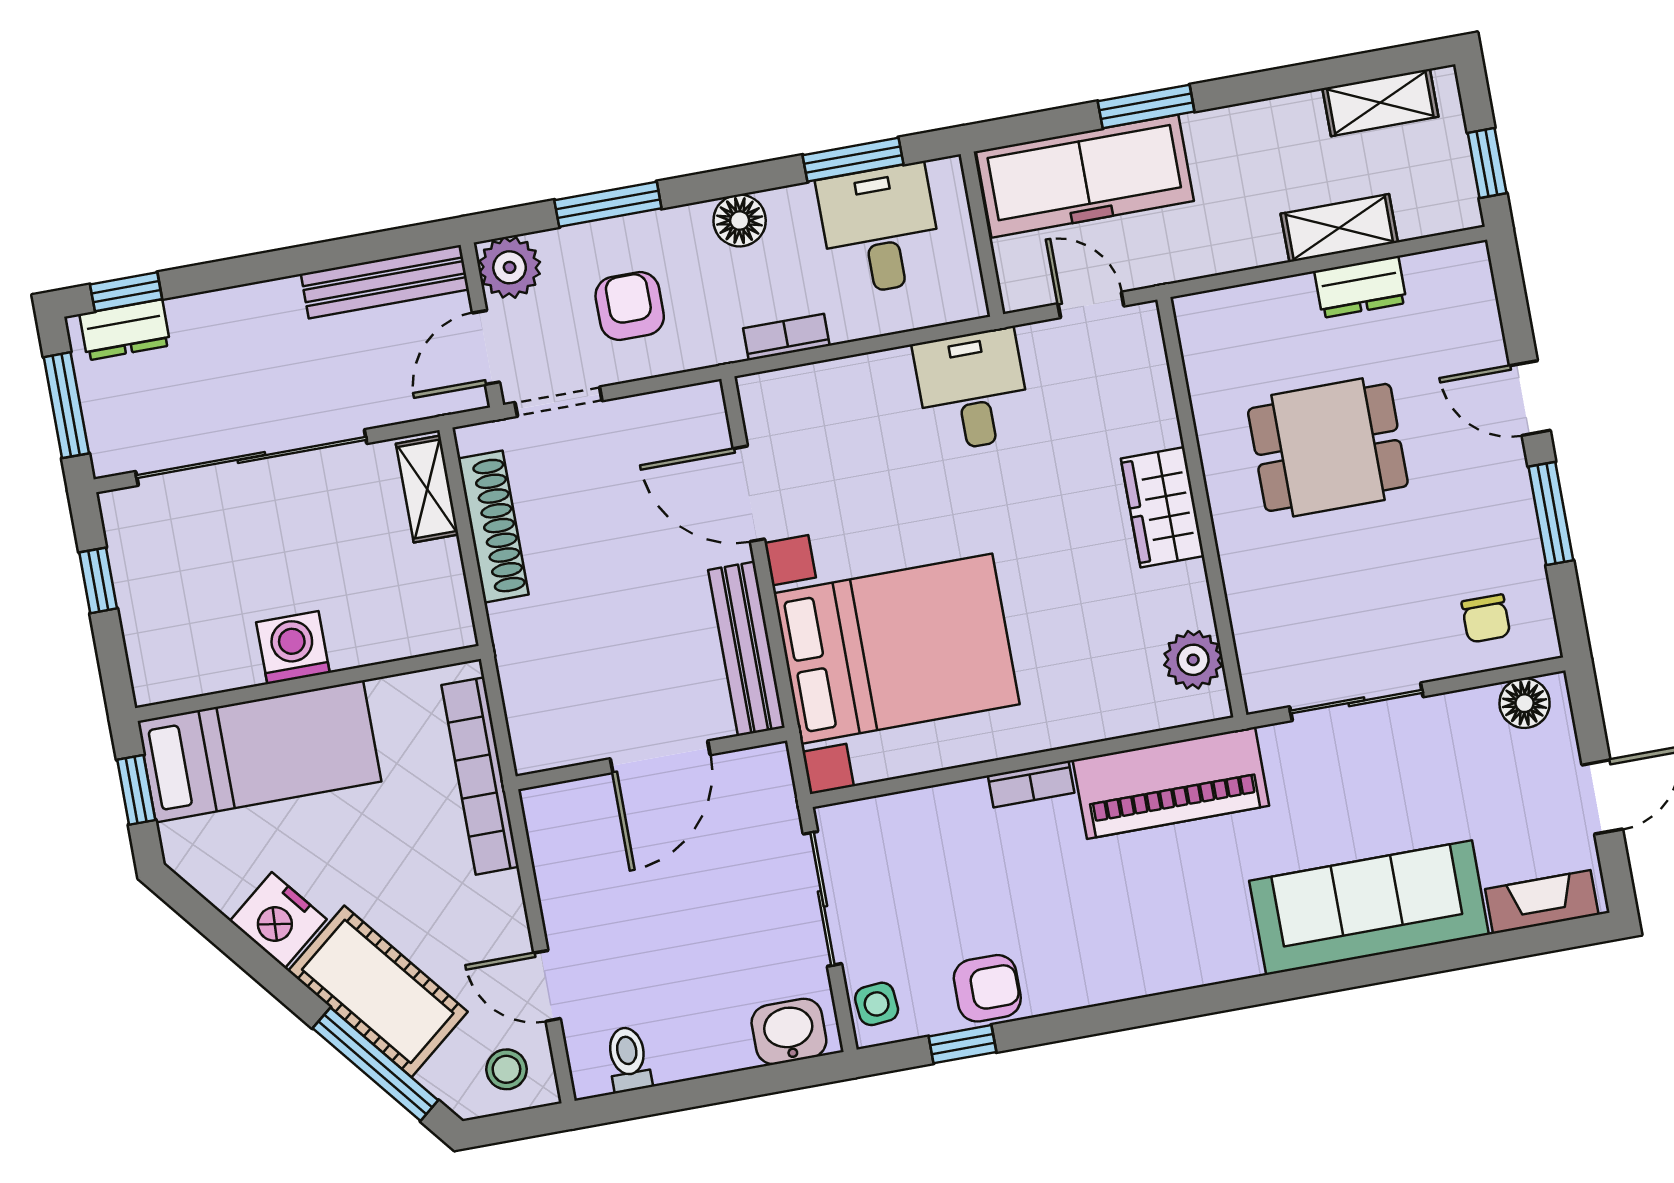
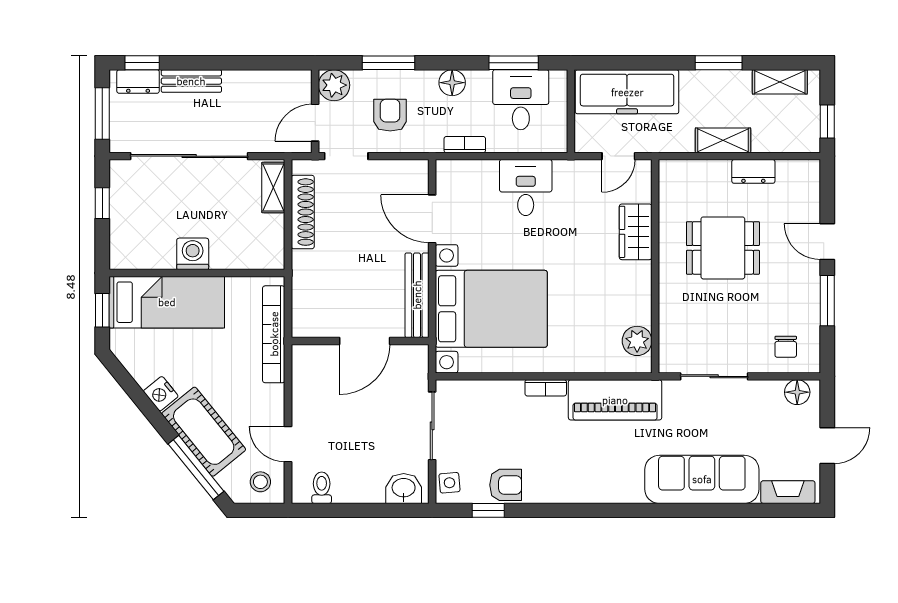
window: (1146, 106) -> (719, 63), moved
shelving: (1339, 228) -> (723, 140), moved
bench: (385, 282) -> (191, 81), moved, width x0.73
door: (1091, 305) -> (618, 156), swing flipped
desk: (972, 390) -> (526, 188), moved
wardrobe: (1162, 507) -> (636, 232), moved
nightstand: (278, 920) -> (161, 394), width x0.74, depth x0.75

